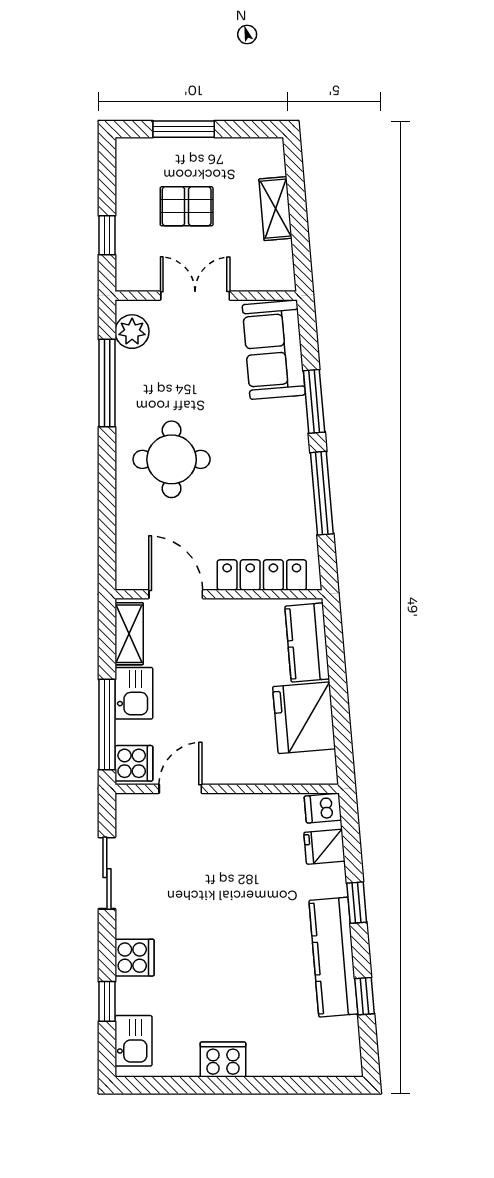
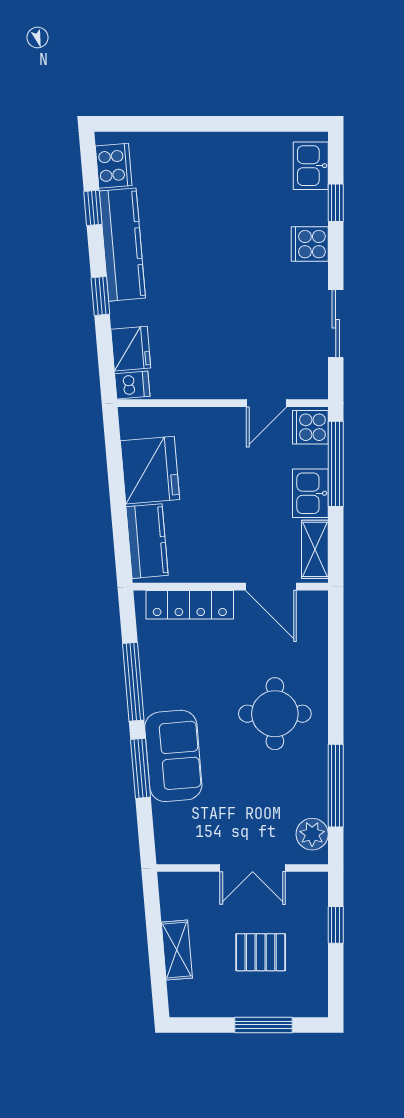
sofa: (274, 350) -> (173, 756), moved
fridge: (324, 847) -> (131, 349), width x1.38
cooker: (223, 1060) -> (114, 166), moved, turned -95

